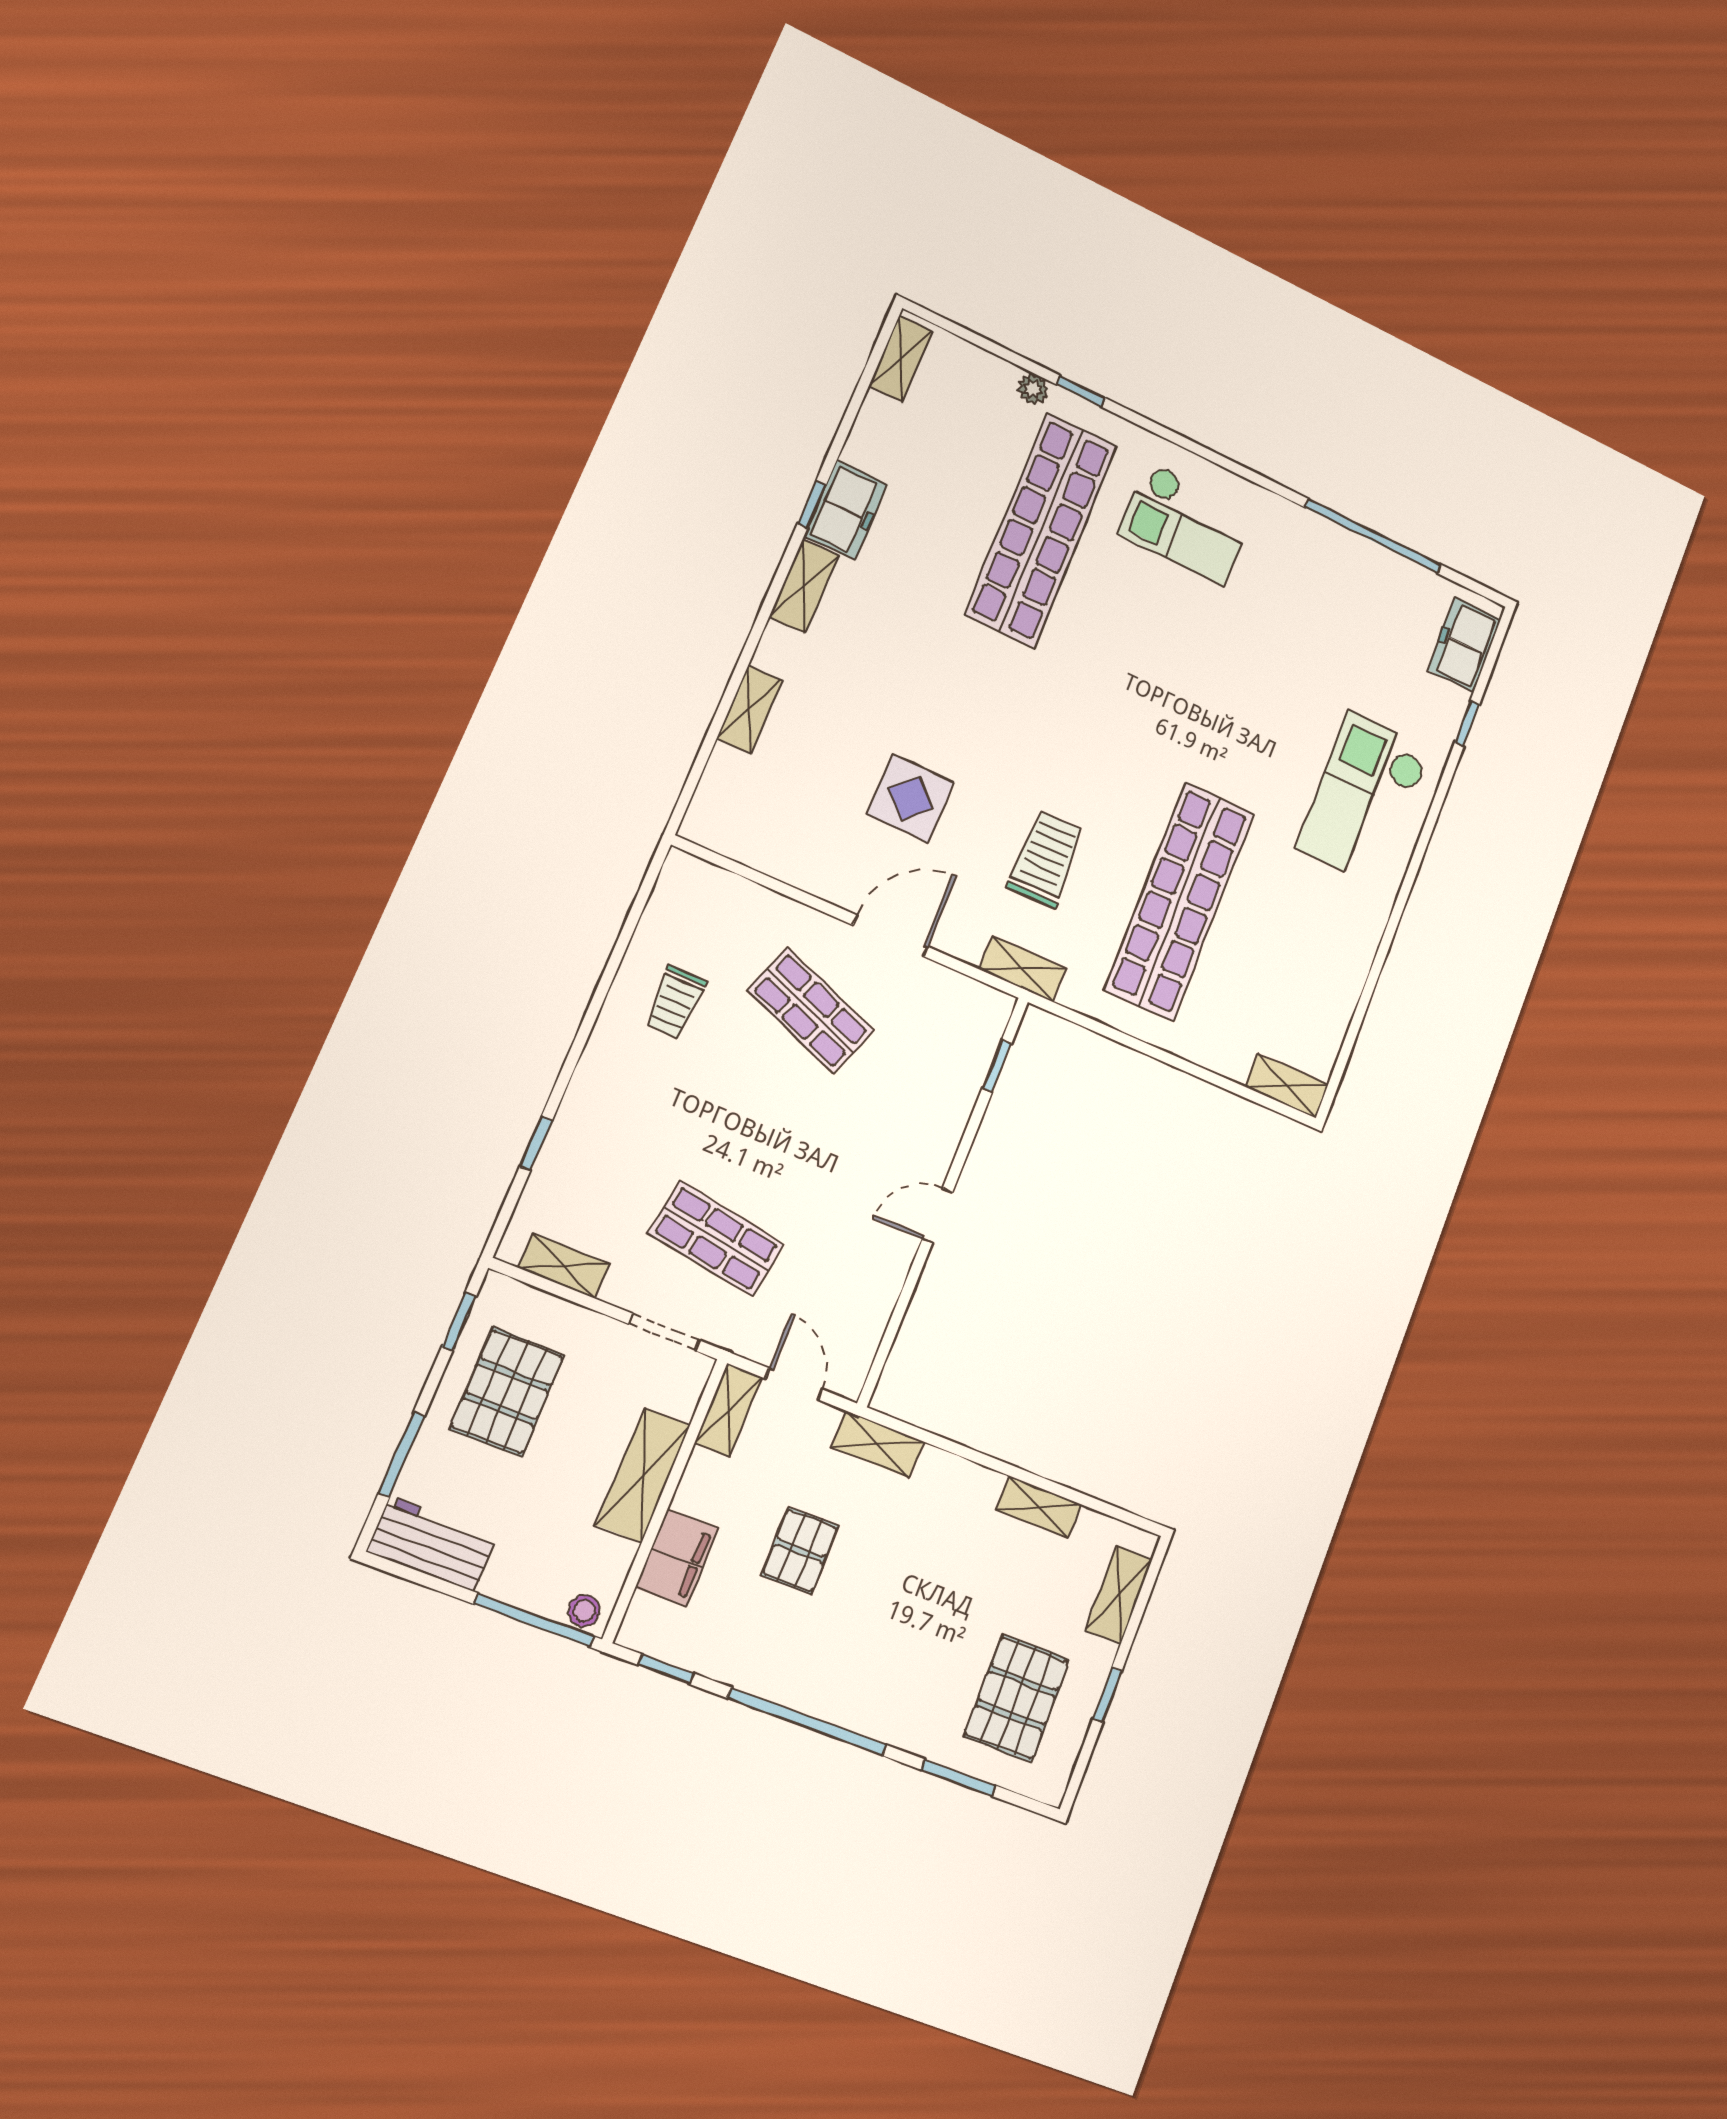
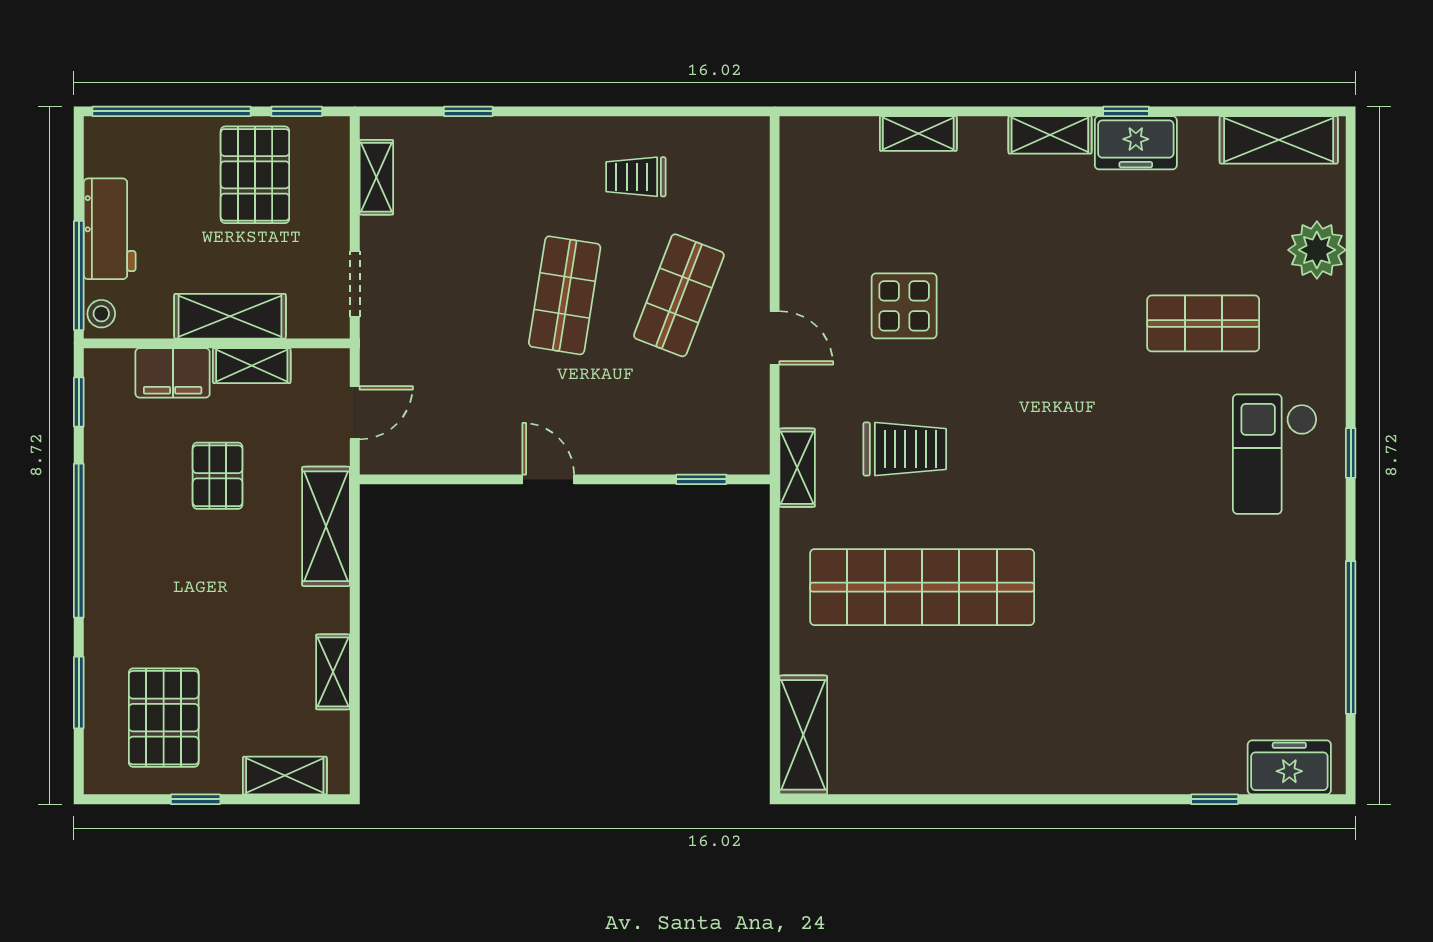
shelving: (901, 358) -> (1279, 140), width x1.50, depth x1.33
plant: (1033, 389) -> (1317, 250), width x1.88, depth x1.88
window: (1081, 391) -> (1351, 453), moved
shop shelf: (1041, 530) -> (1203, 323), width x0.50, depth x0.74
checkout: (1364, 798) -> (1097, 726), removed
door: (890, 936) -> (775, 338), width x0.73
shelving: (1287, 1086) -> (803, 735), width x1.50, depth x1.33
shop shelf: (716, 1239) -> (565, 295), moved
pallet: (507, 1392) -> (255, 175), turned 90
shelving: (728, 1410) -> (252, 366), moved
shelving: (877, 1444) -> (326, 526), width x1.50, depth x1.33
window: (402, 1455) -> (172, 111), width x2.11
workbench: (432, 1544) -> (110, 229), moved
pallet: (800, 1551) -> (218, 476), turned 90
pallet: (1017, 1698) -> (164, 718), turned 90

